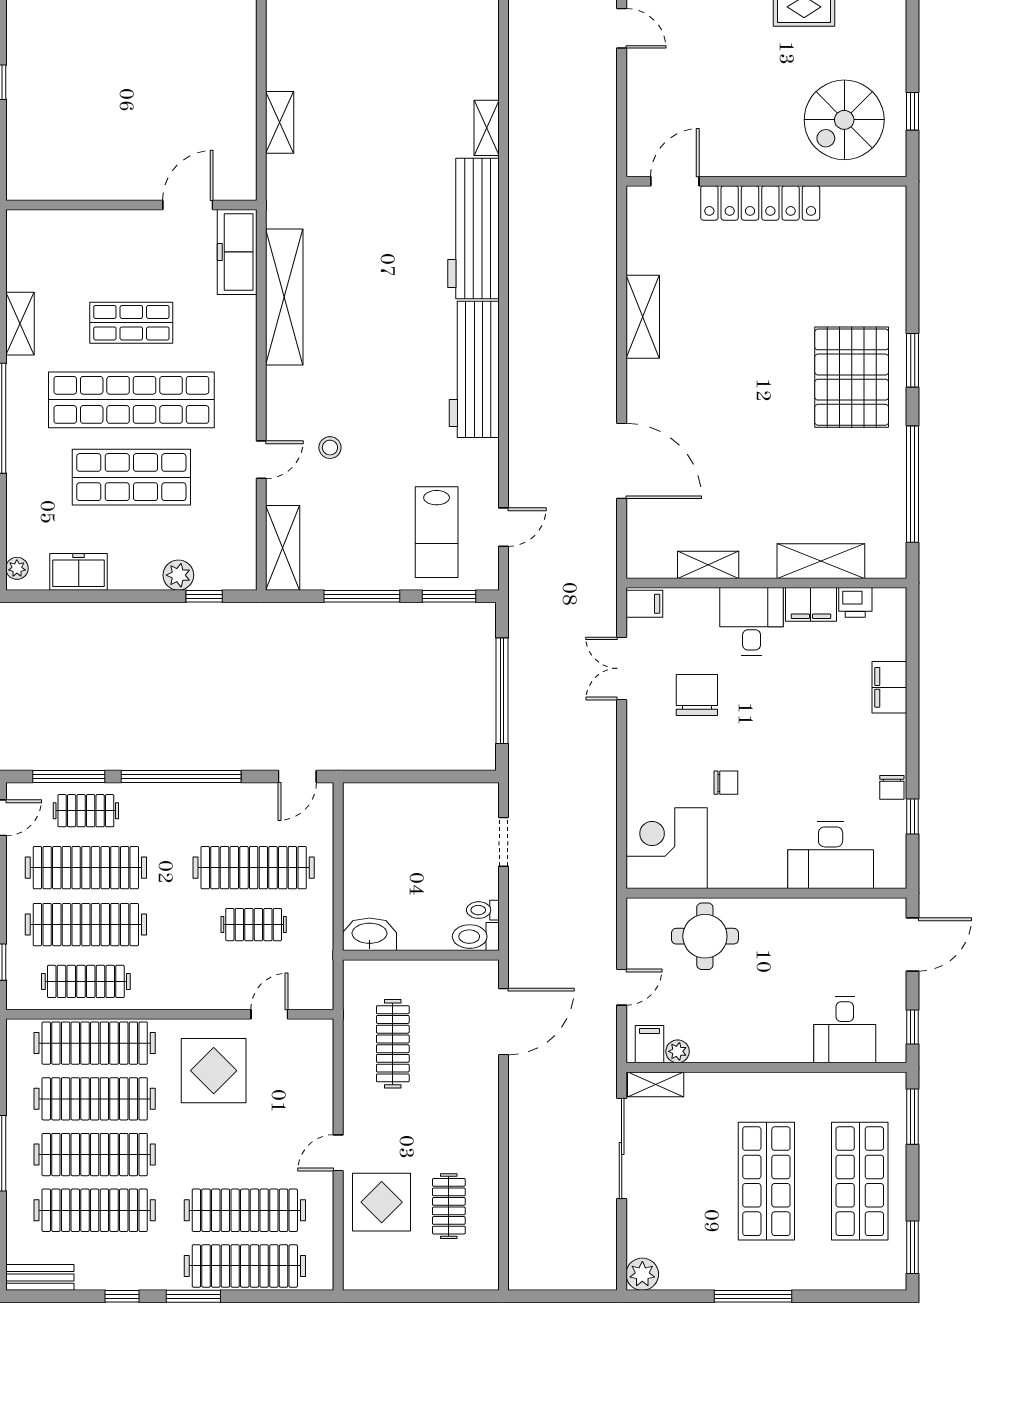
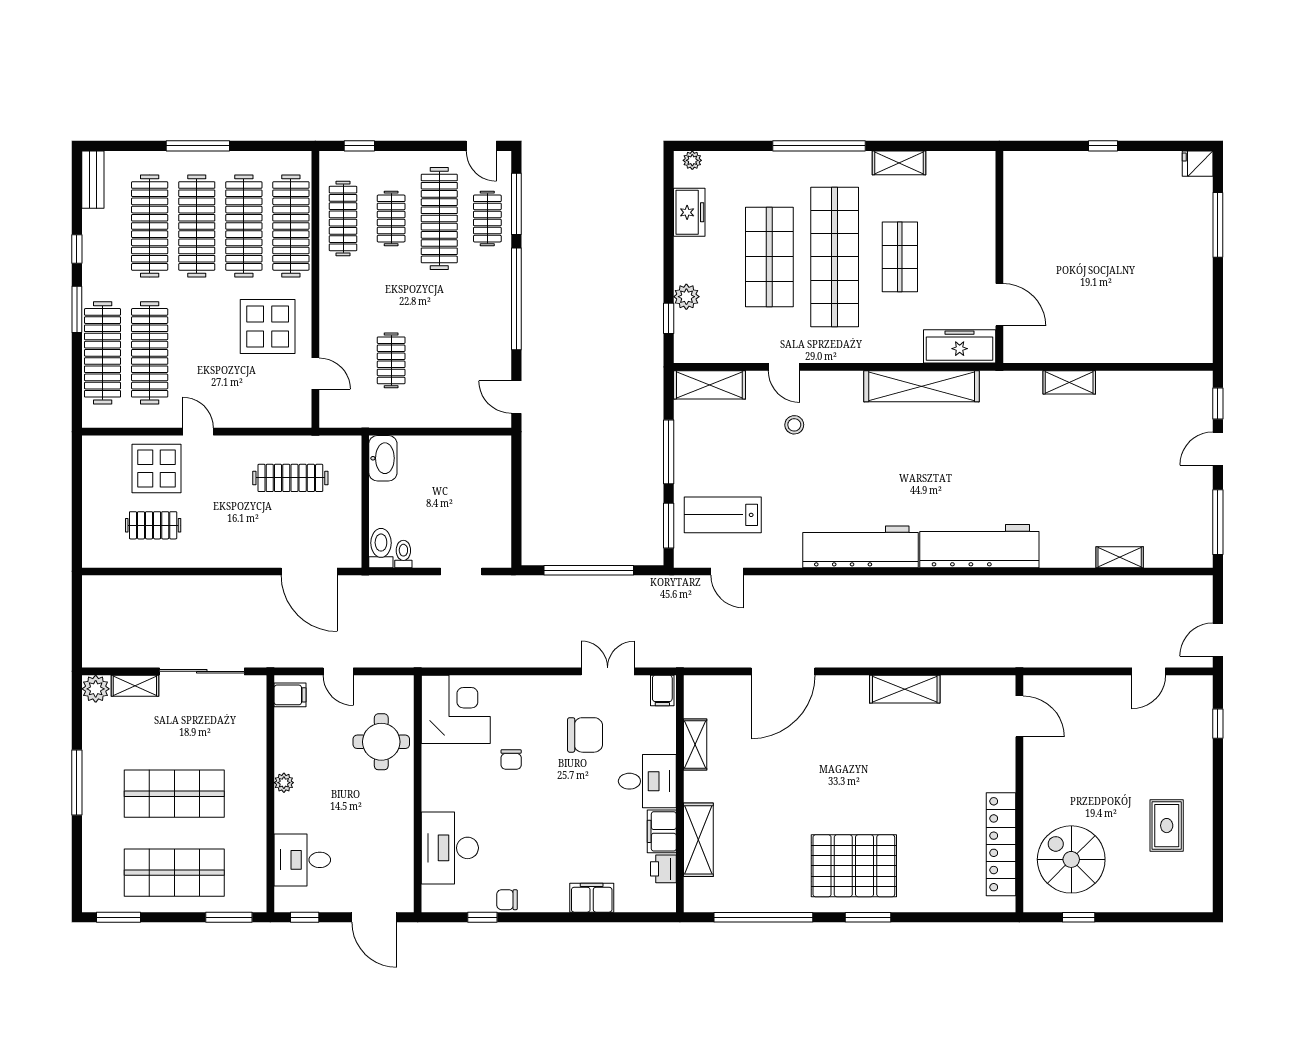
shelving: (487, 128) -> (1120, 557), moved
locker: (760, 203) -> (1001, 844), moved
clothes rail: (254, 868) -> (439, 360), removed
clothes rail: (86, 925) -> (391, 218), width x0.54, depth x0.76
plant: (678, 1051) -> (284, 783), moved
shelving: (656, 1084) -> (135, 686), moved, turned 90

